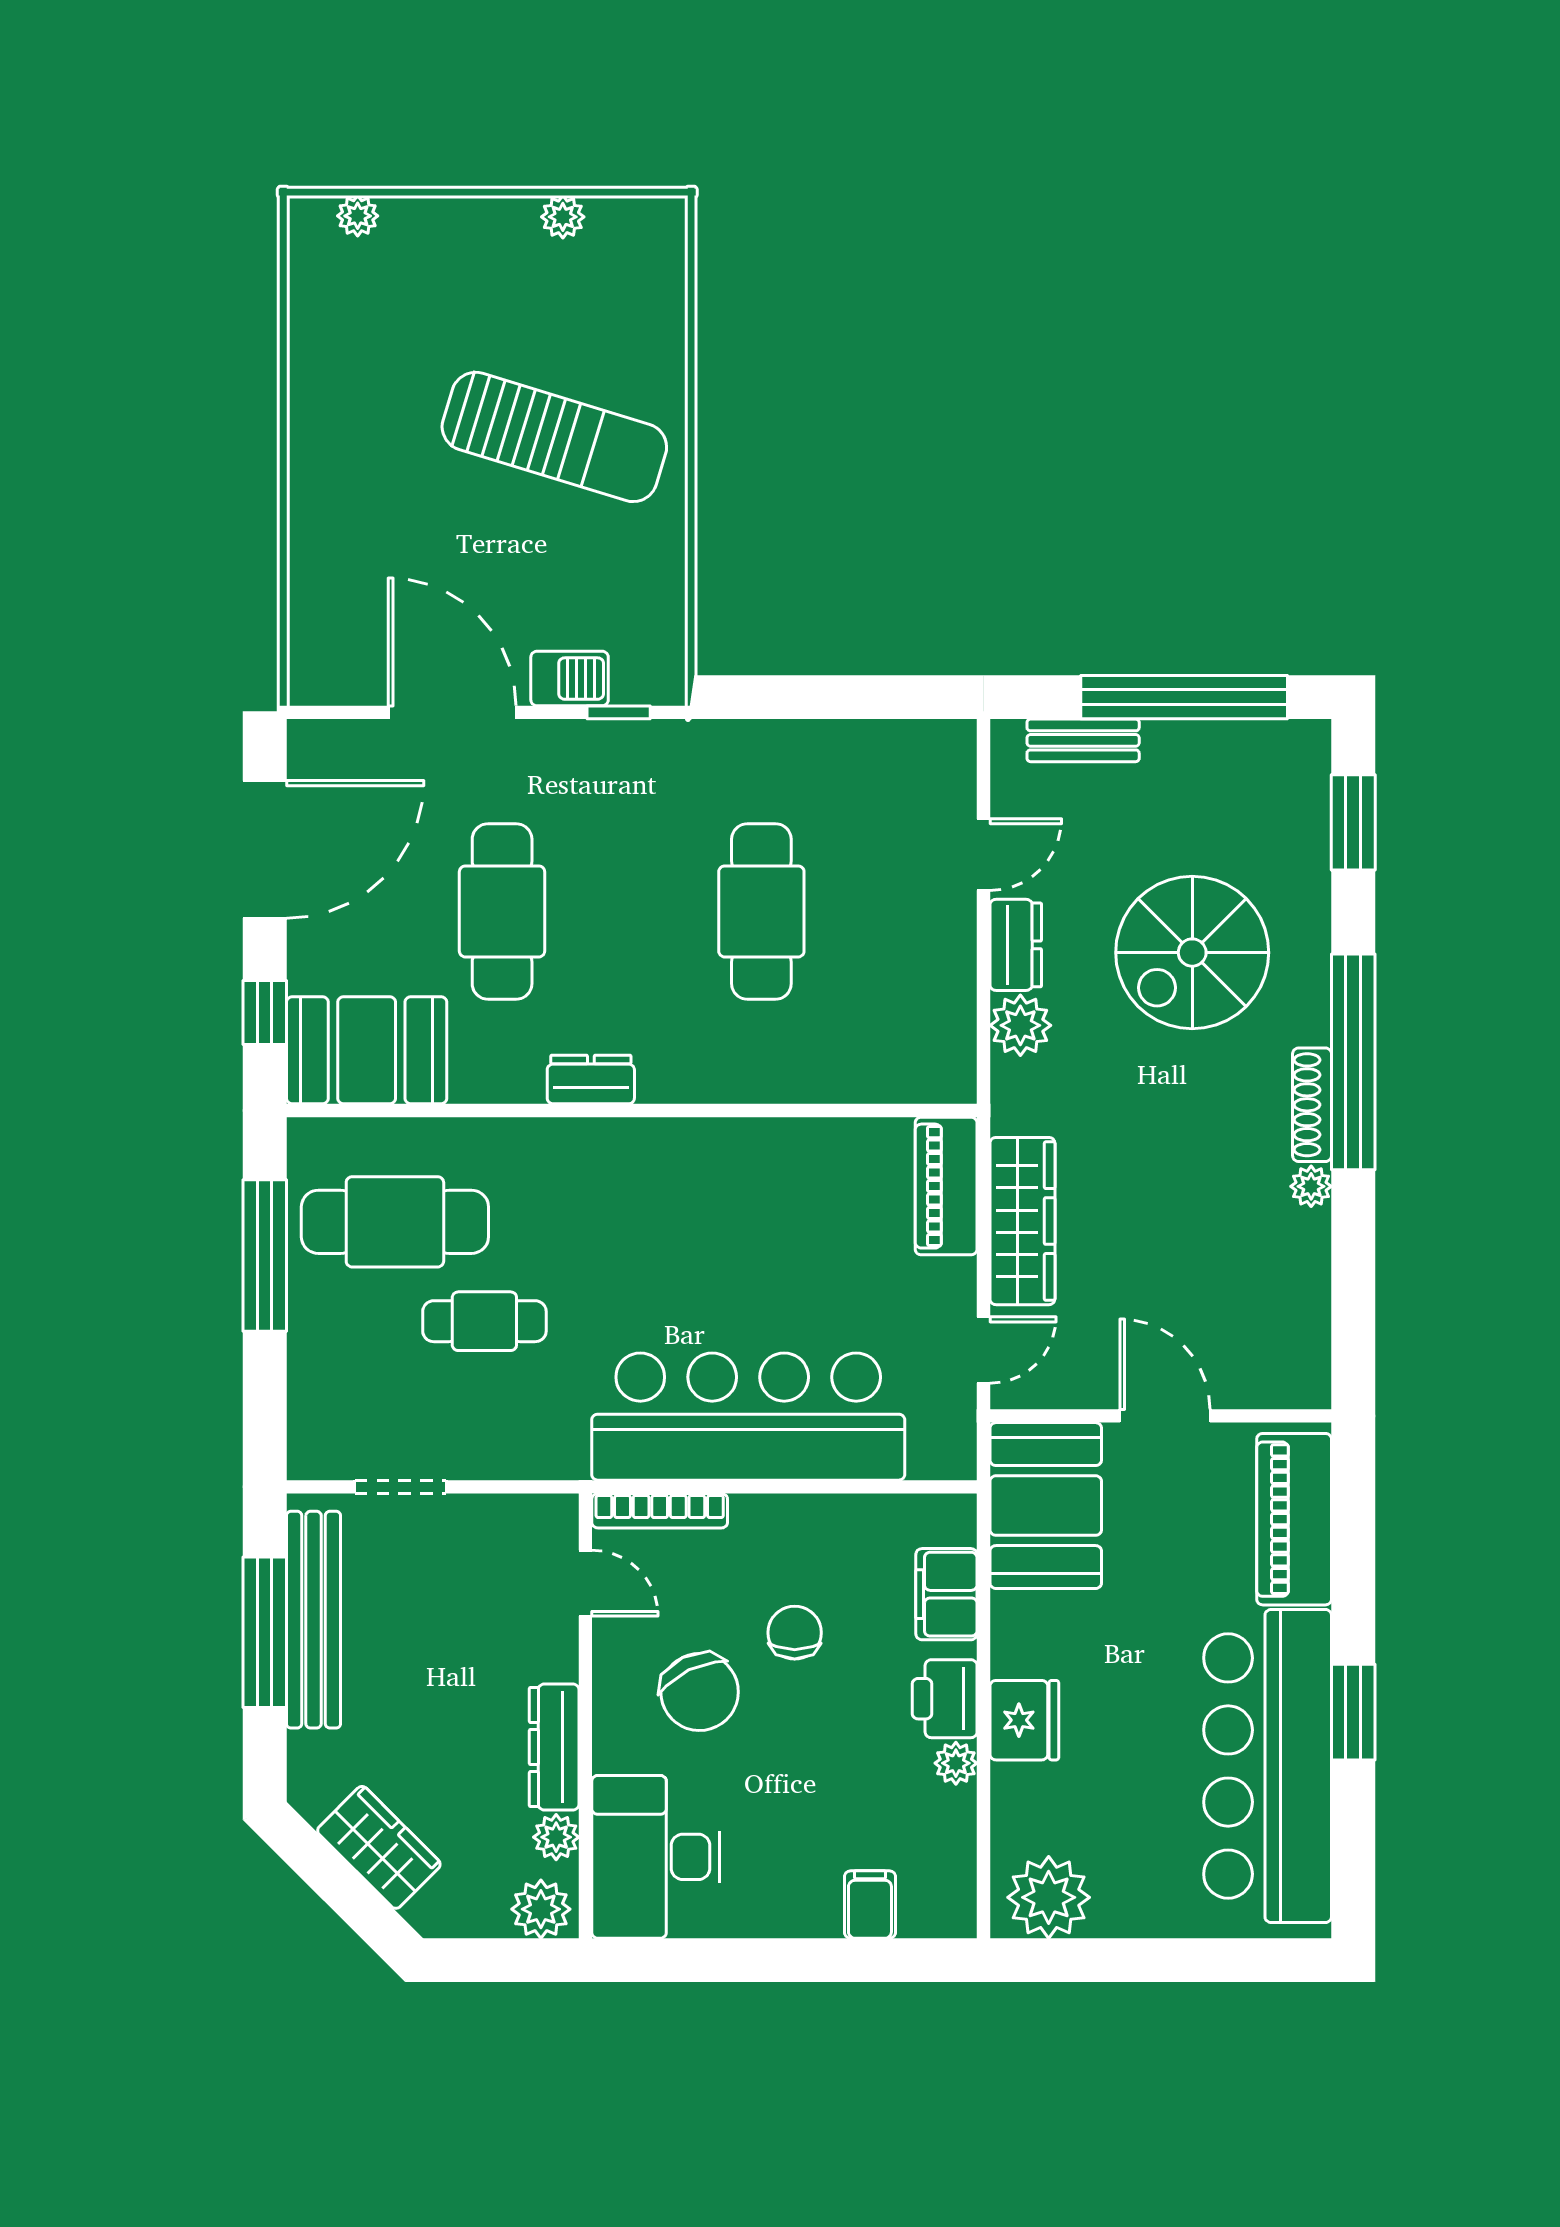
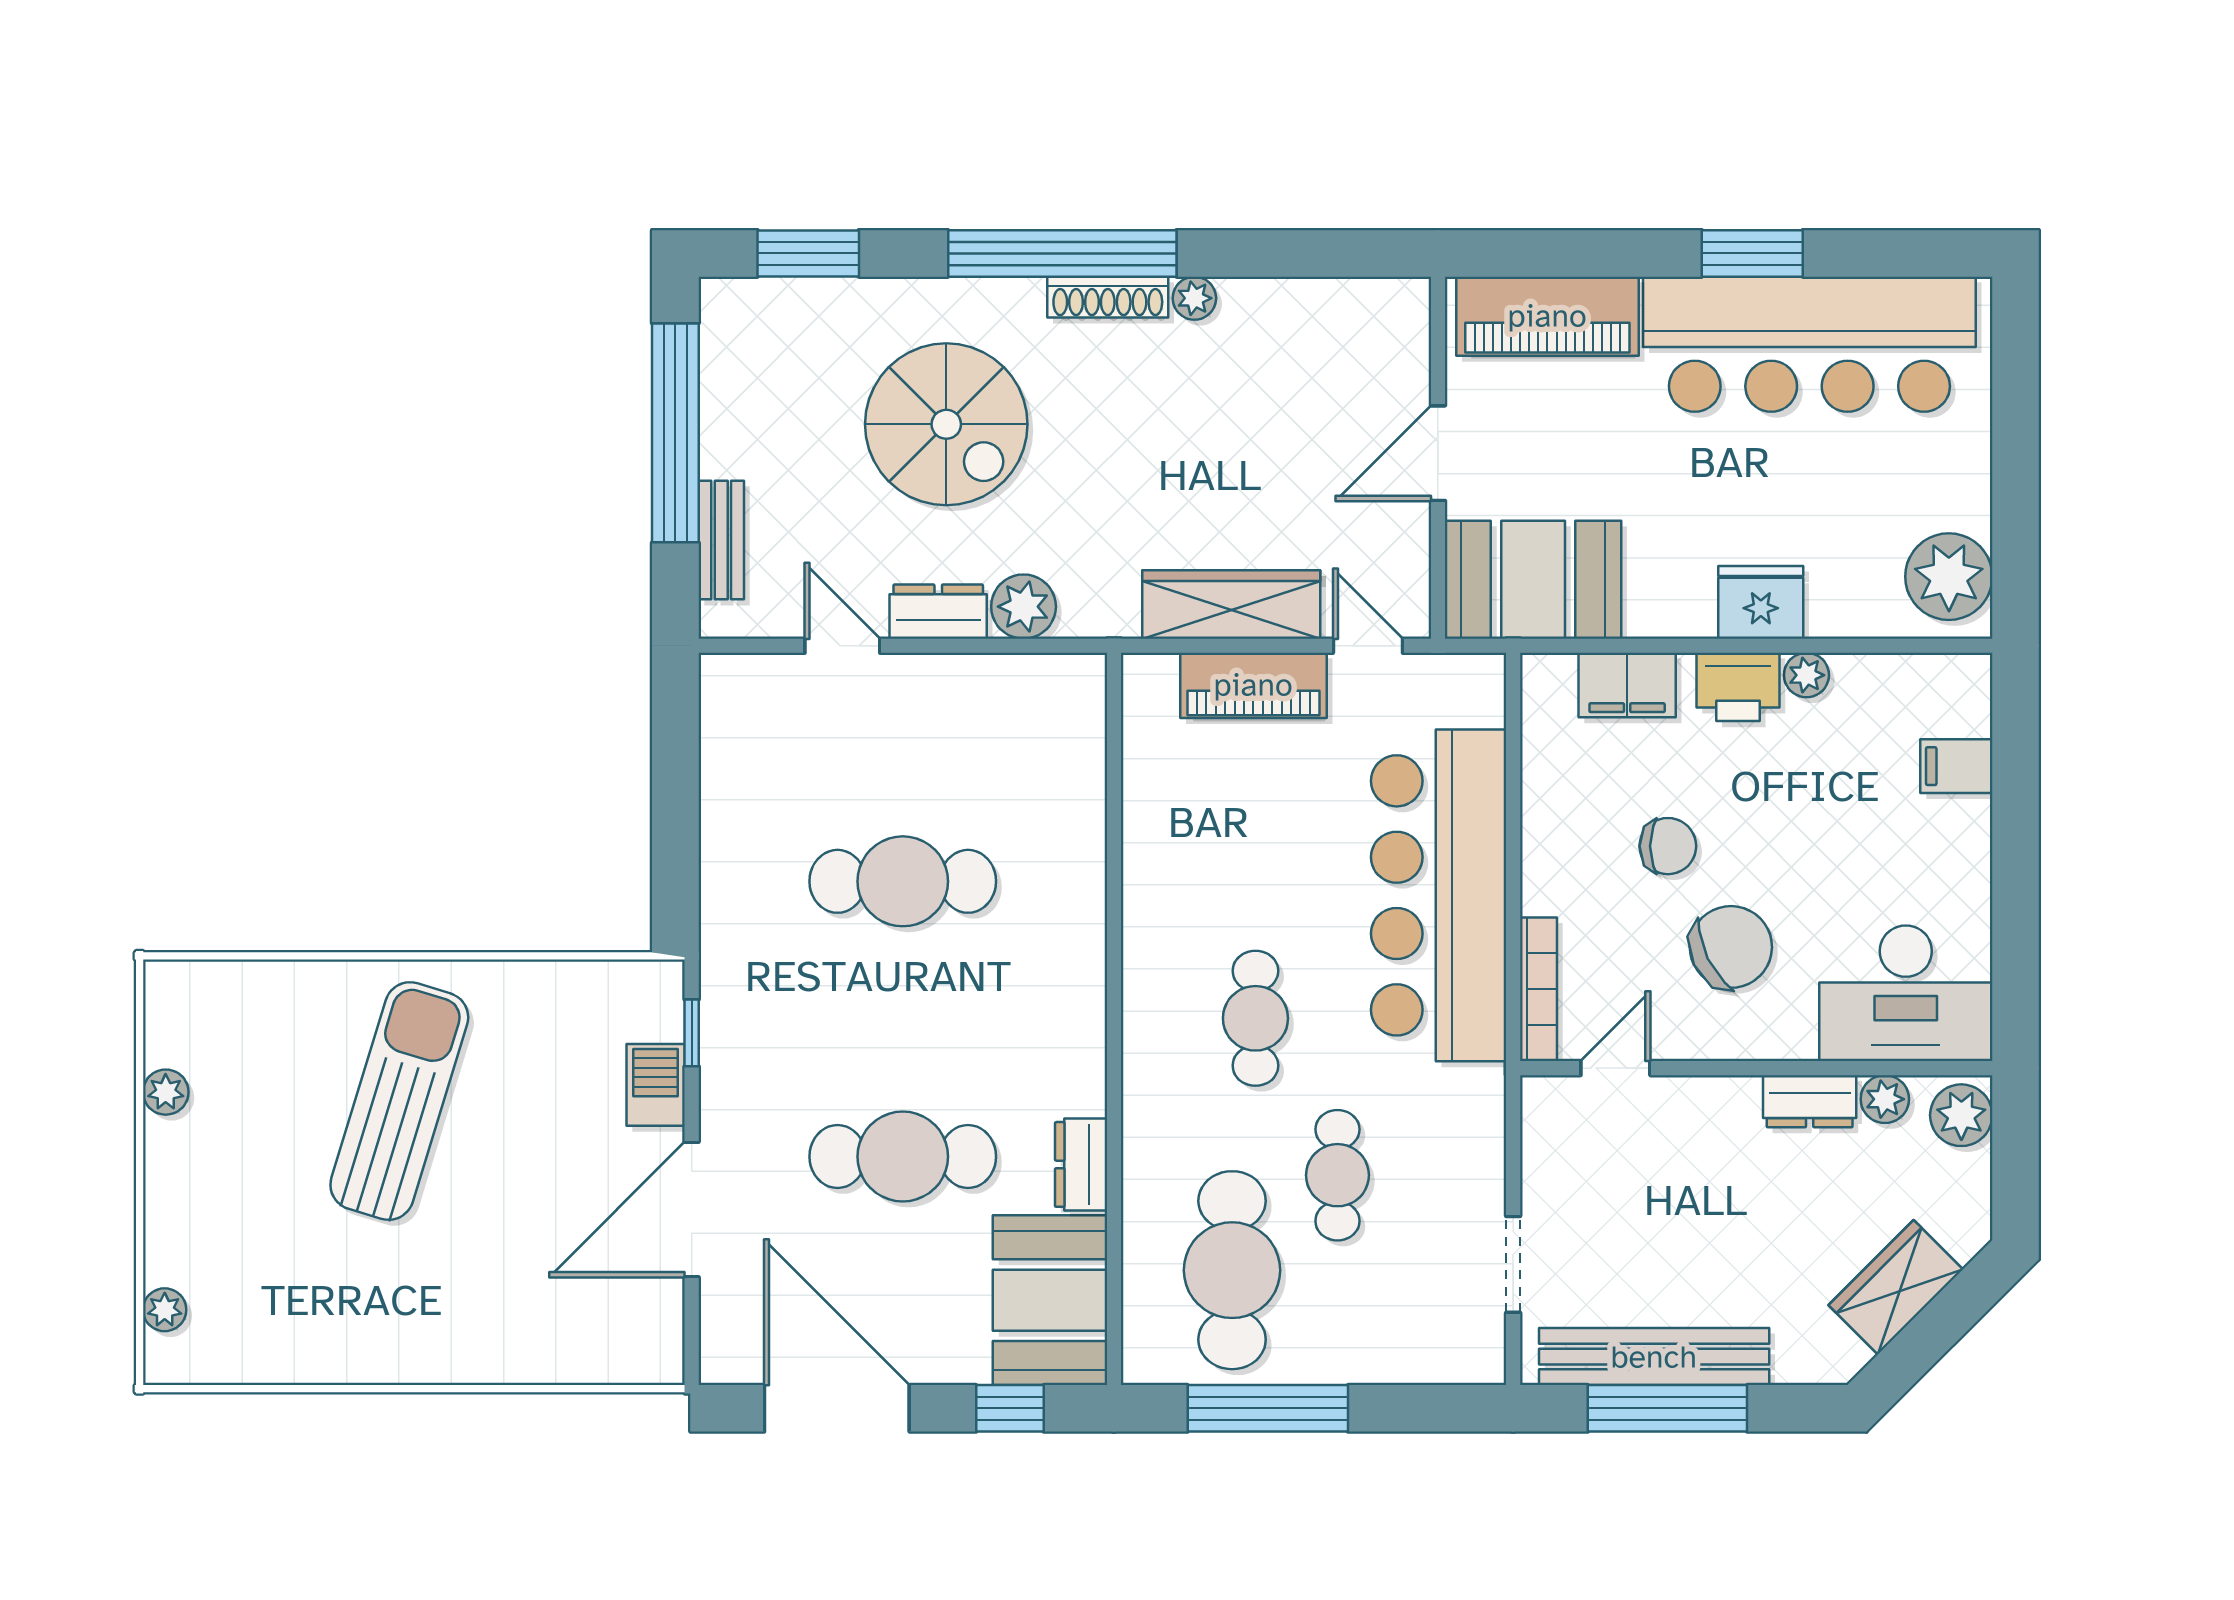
dresser: (591, 1080) -> (1081, 1164), moved
piano: (946, 1186) -> (1253, 685), moved
cafe table: (632, 1244) -> (1255, 1018), added
chair: (795, 1633) -> (1668, 846), turned 180
dresser: (554, 1747) -> (1810, 1101), width x0.70

